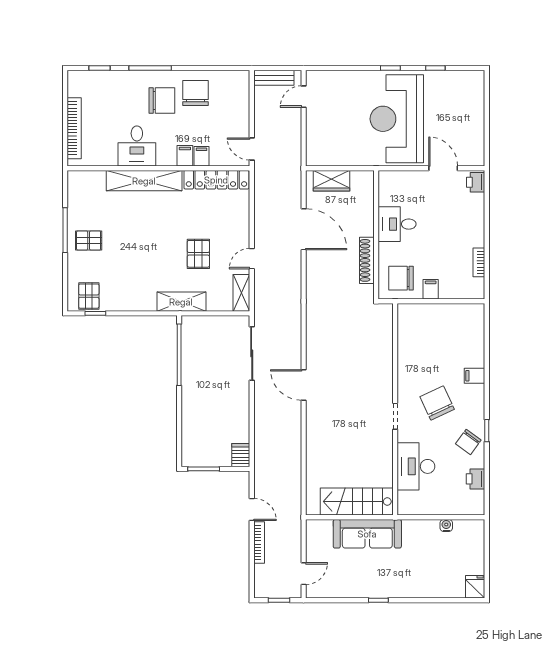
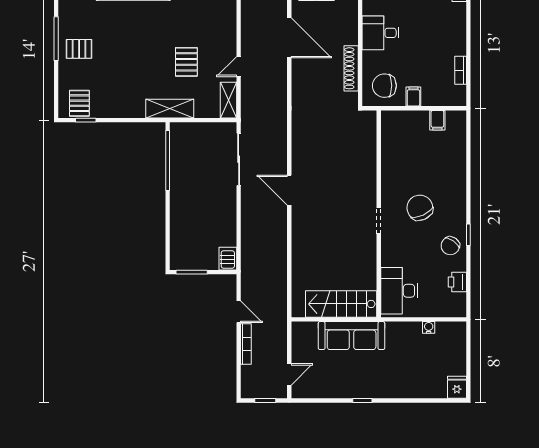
filing cabinet: (475, 376) -> (437, 120), moved, turned -90
desk: (416, 466) -> (399, 291), moved

